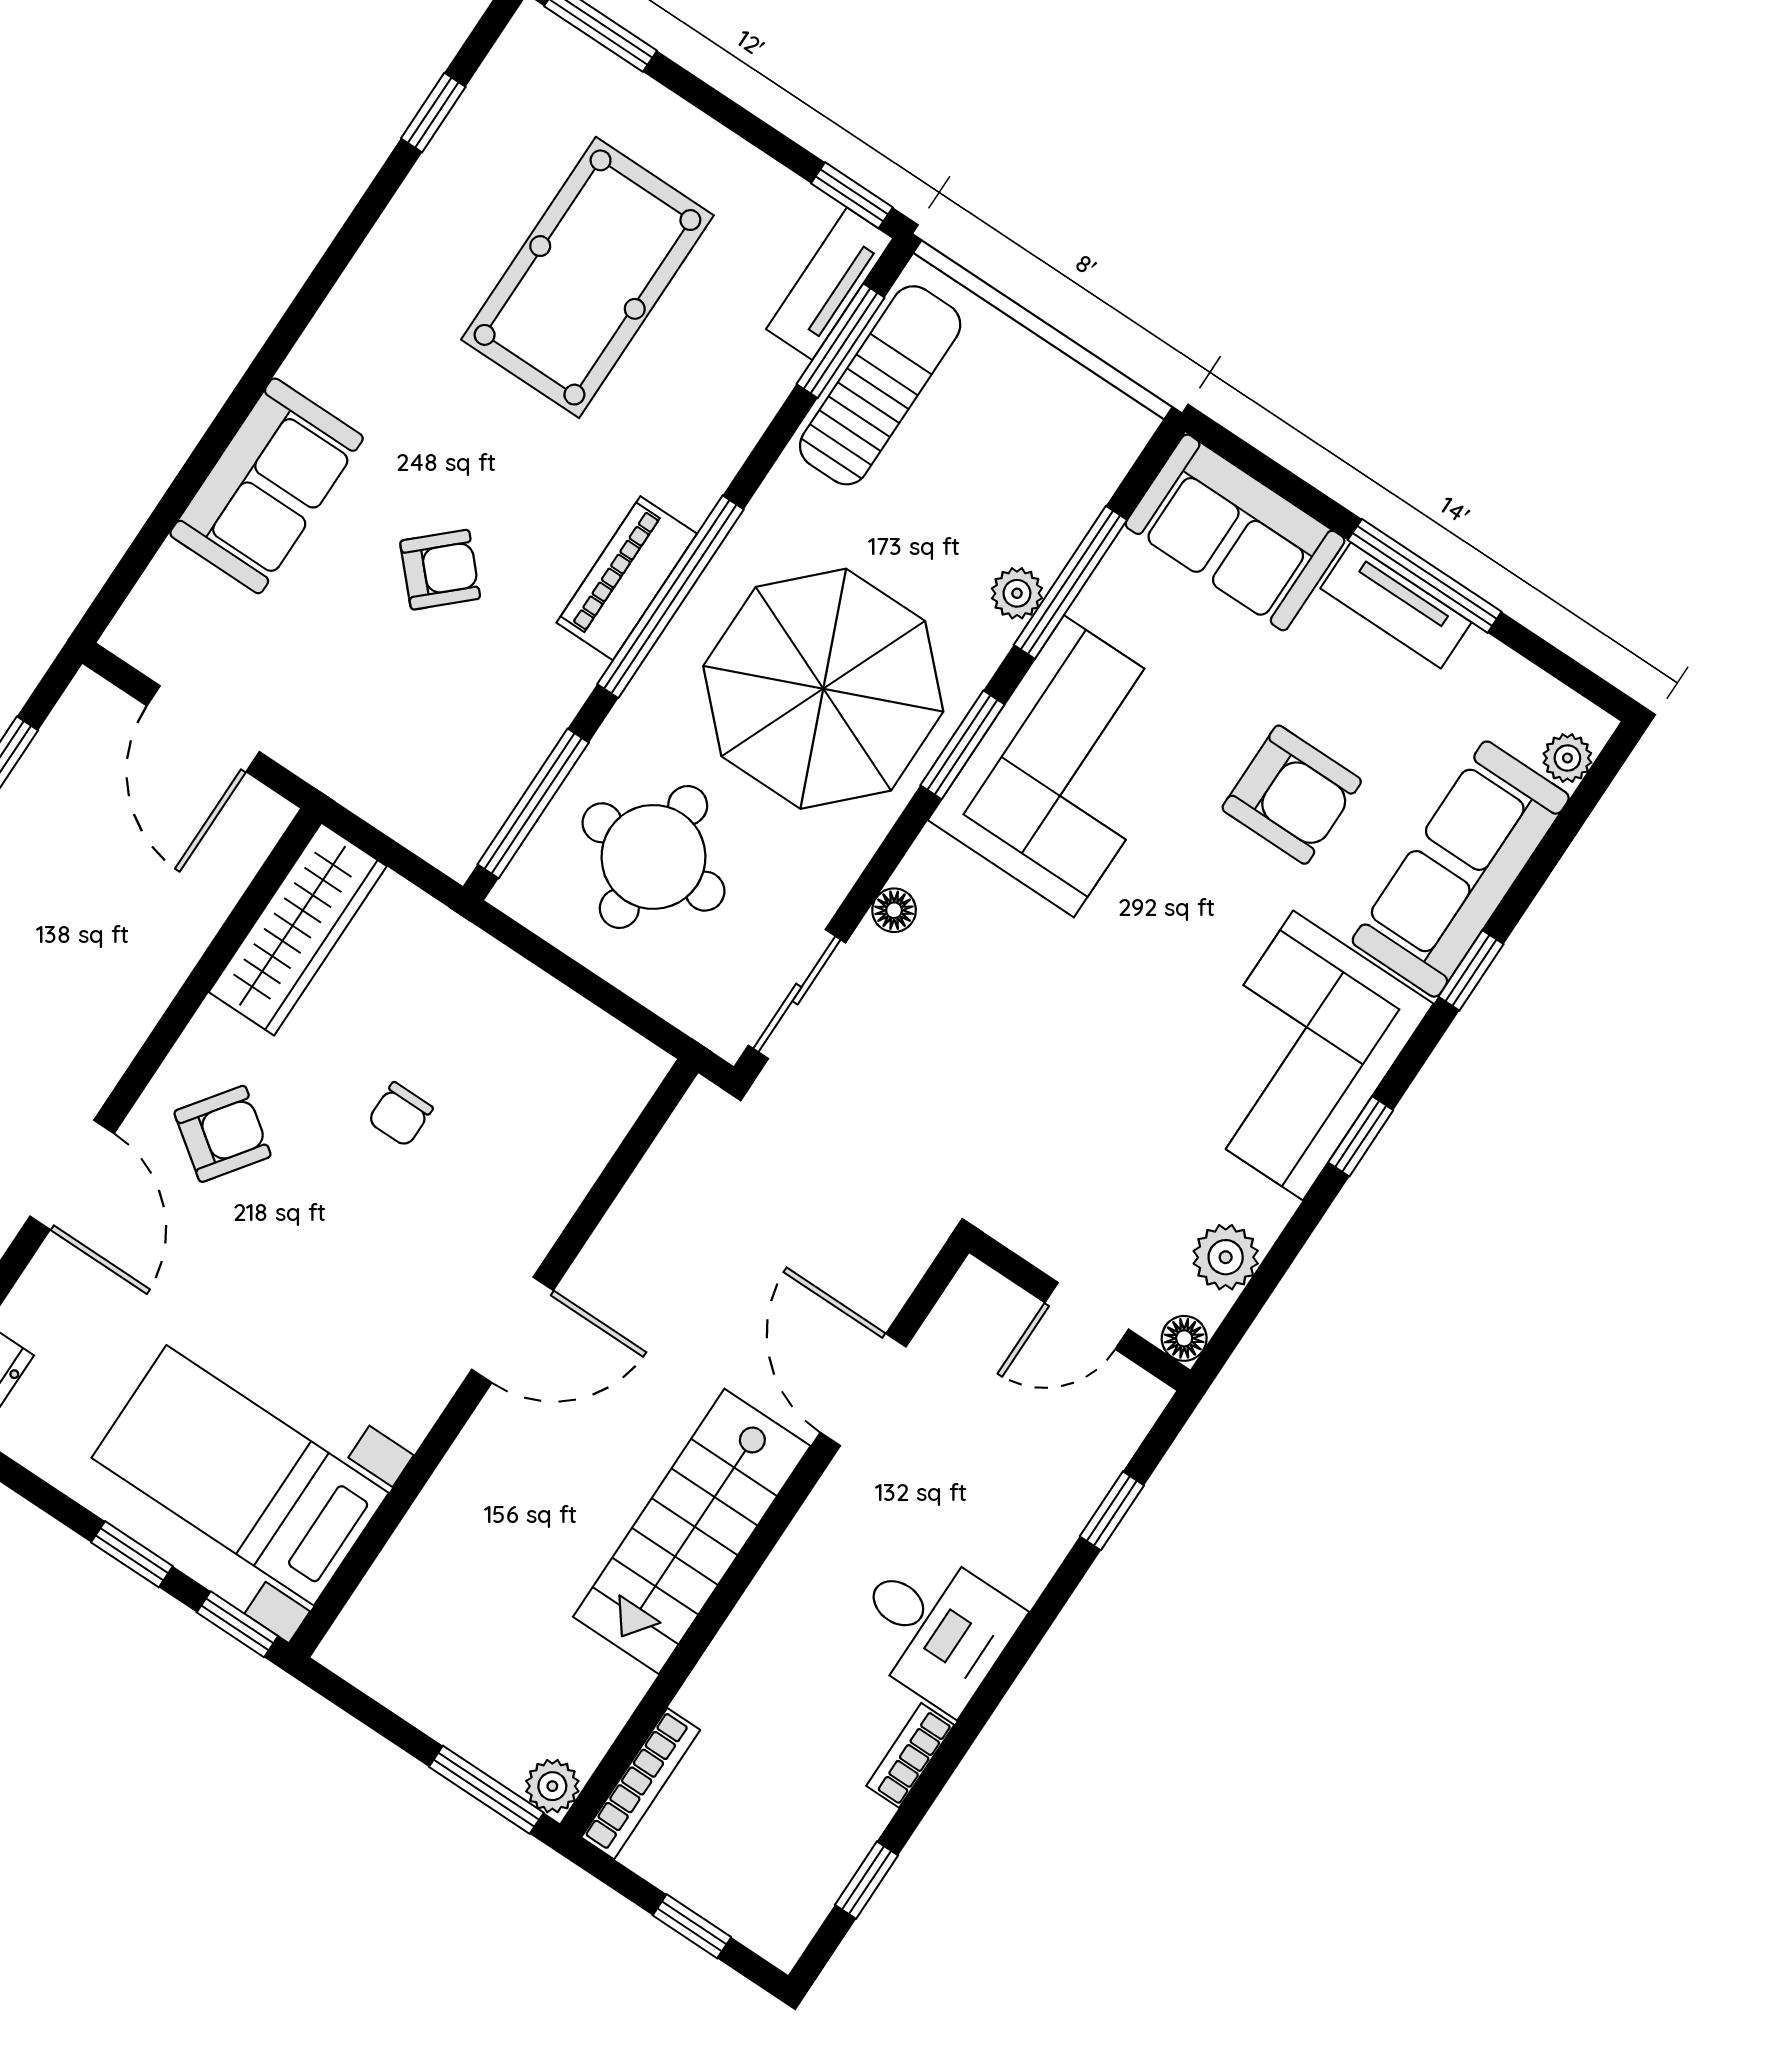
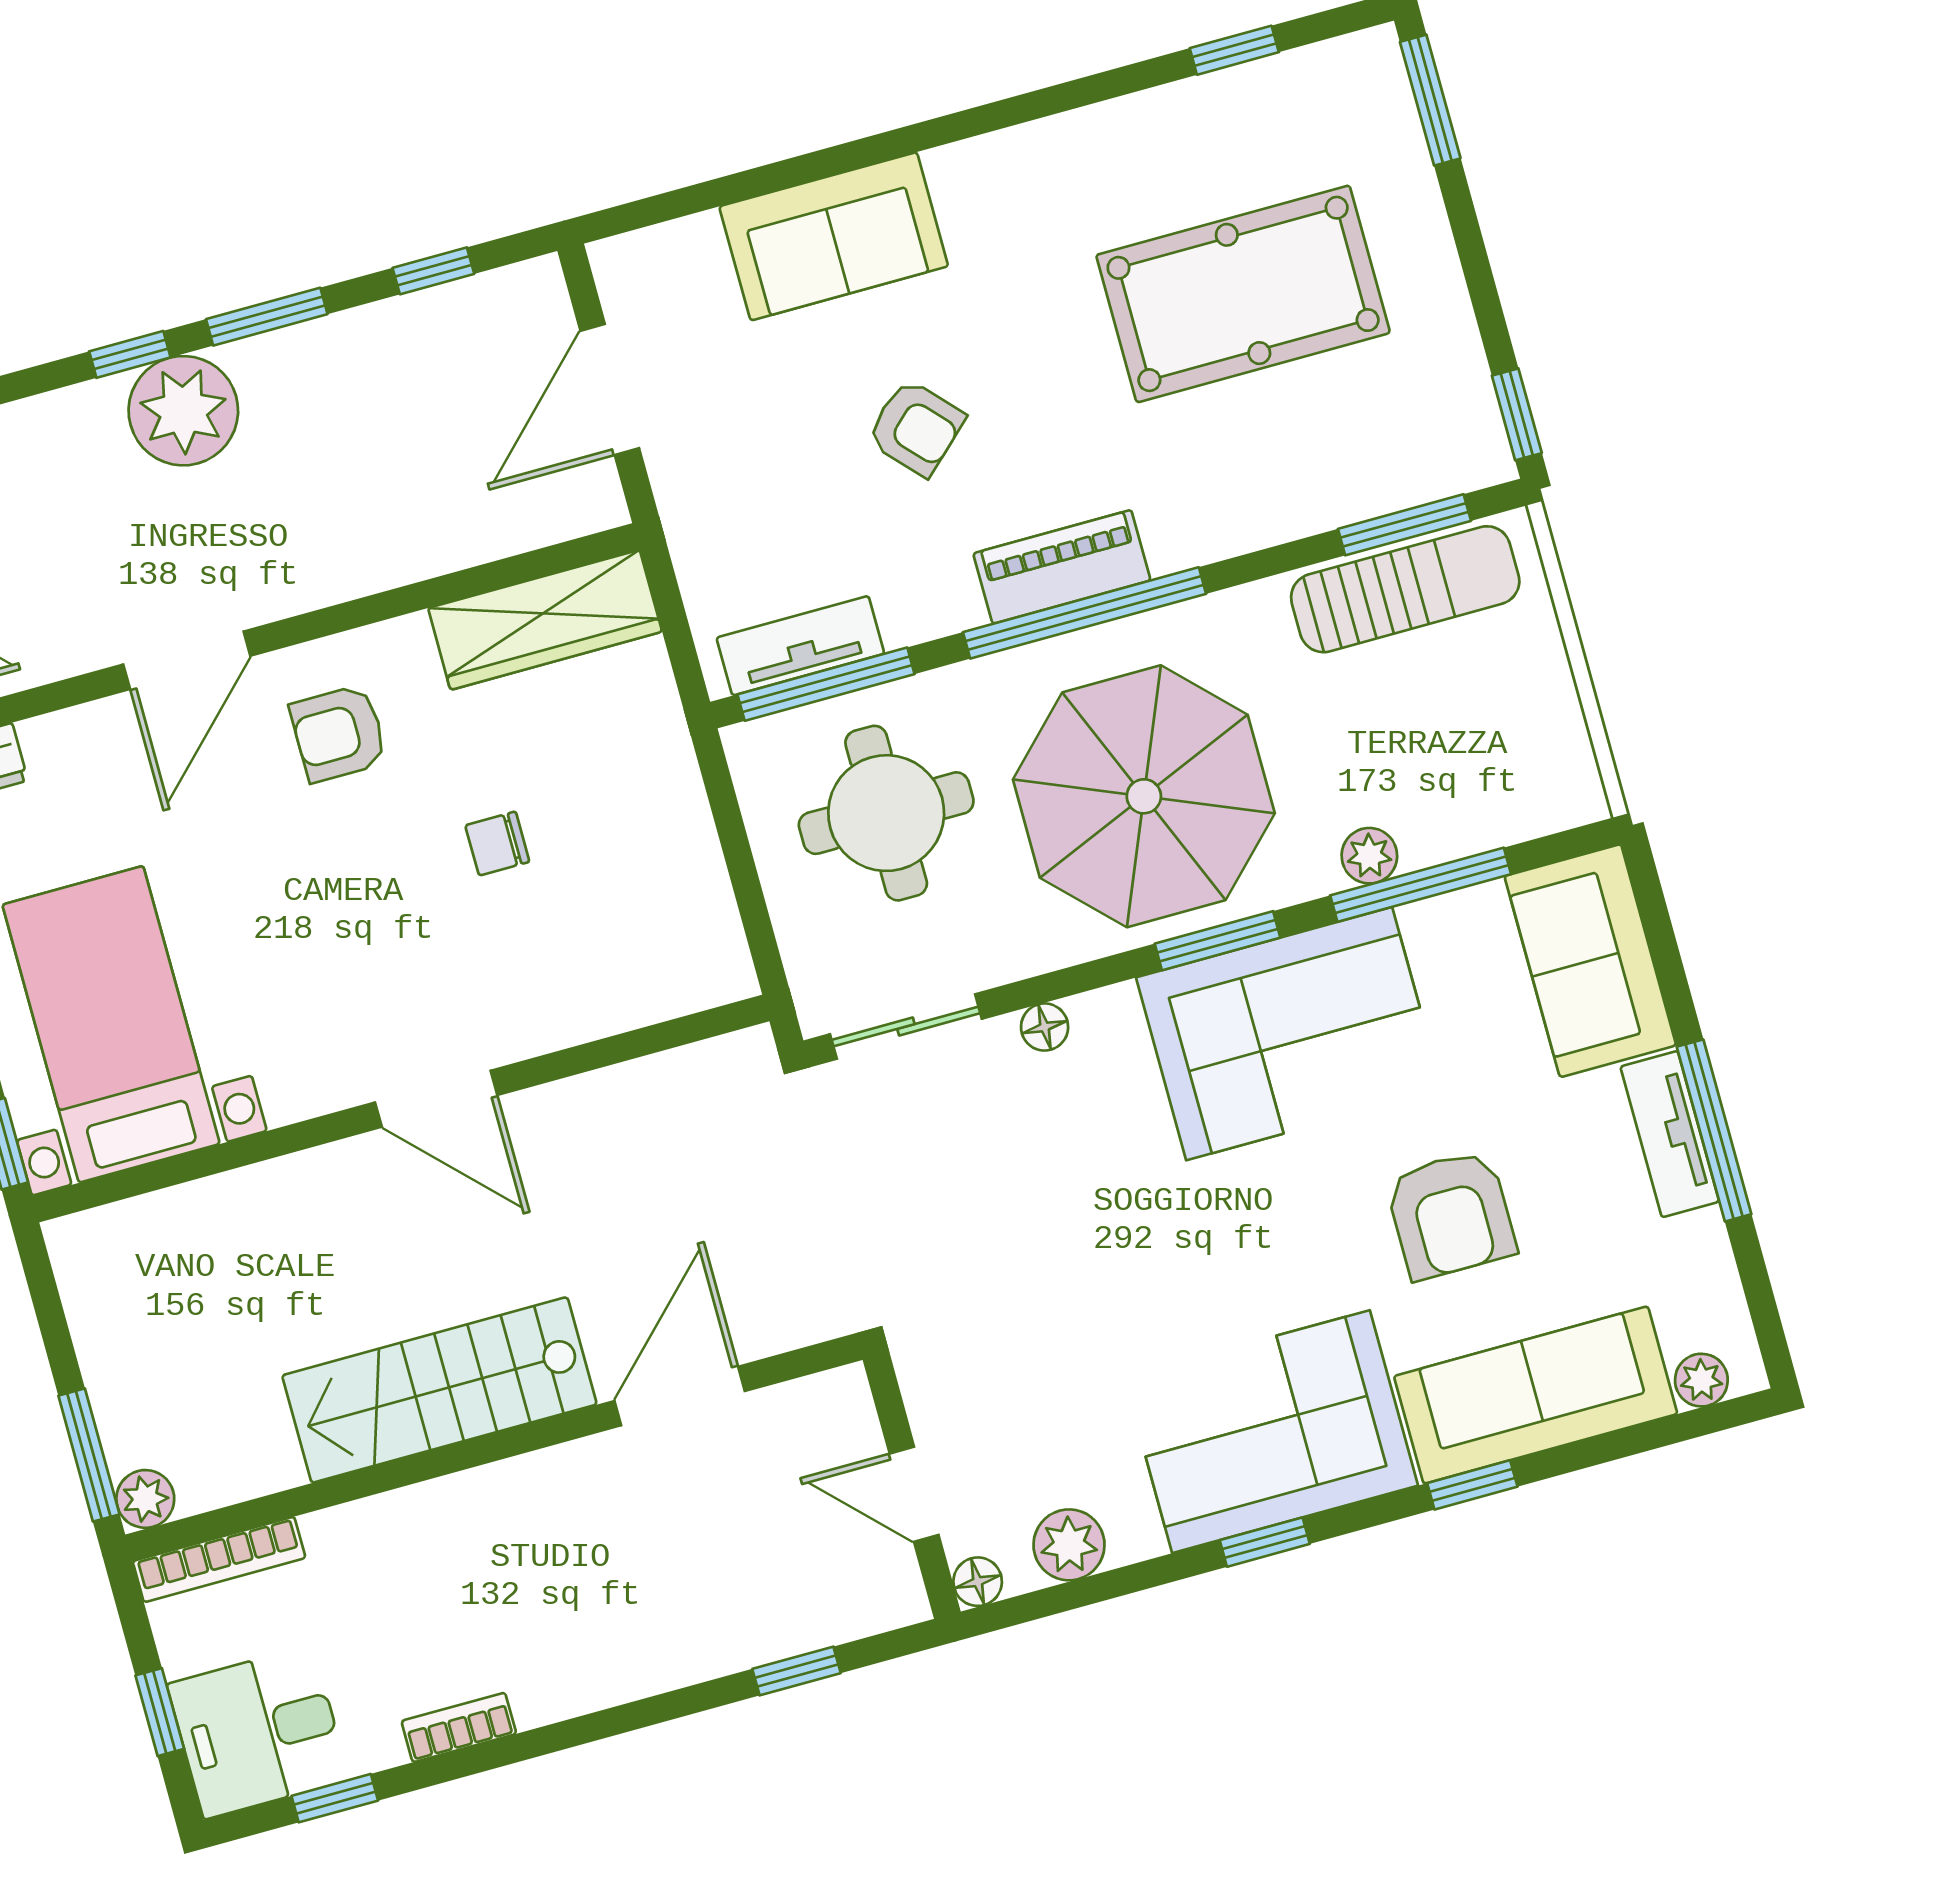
tv unit: (830, 284) -> (800, 646), moved
armchair: (223, 1134) -> (339, 733), turned 144
desk: (935, 1627) -> (258, 1732), moved, turned 90

